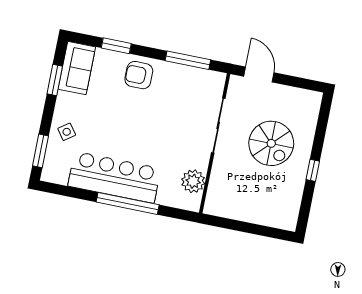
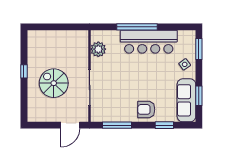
sofa: (77, 68) -> (186, 100), width x1.36
door: (259, 74) -> (70, 125), hinge flipped
armchair: (139, 75) -> (146, 109), turned 180

